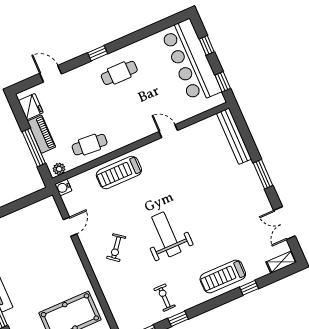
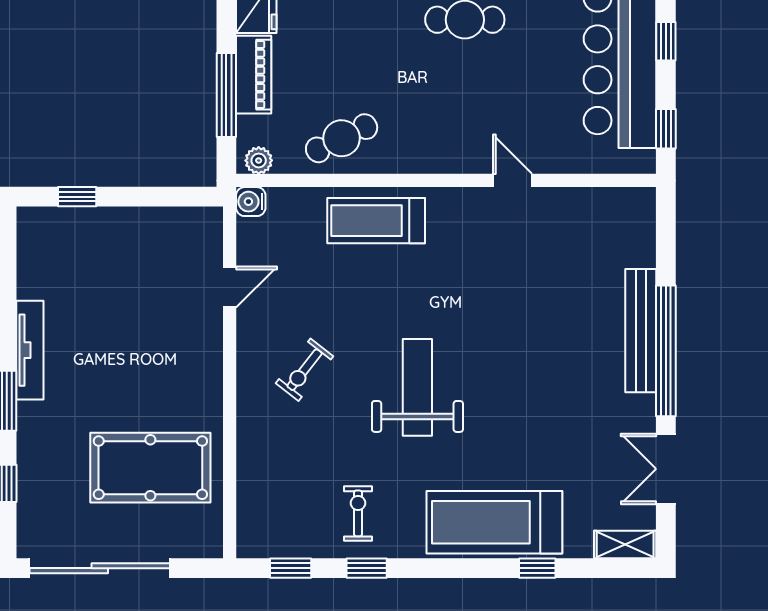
bench: (234, 136) -> (641, 331), moved
cafe table: (90, 145) -> (342, 138), turned -30
window: (263, 174) -> (666, 351), width x2.11
treadmill: (223, 276) -> (494, 522), width x1.37, depth x1.38

